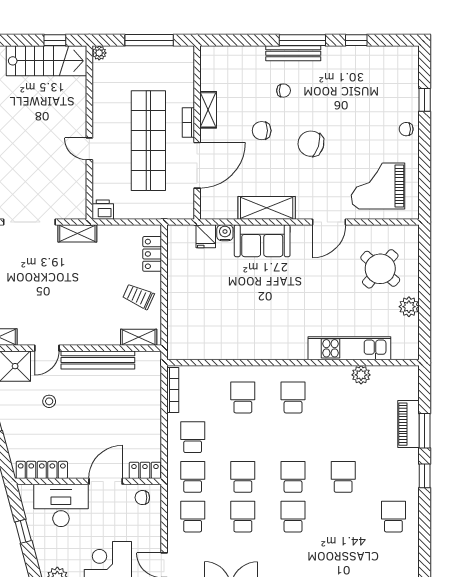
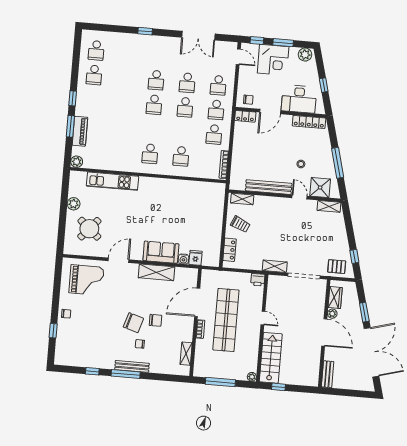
stairs: (46, 61) -> (271, 358), moved, turned 90
shelving: (208, 110) -> (186, 354), moved
chair: (311, 144) -> (133, 323), moved
door: (47, 348) -> (300, 197), hinge flipped
plant: (361, 375) -> (77, 162), moved
school desk: (343, 477) -> (96, 50), moved

